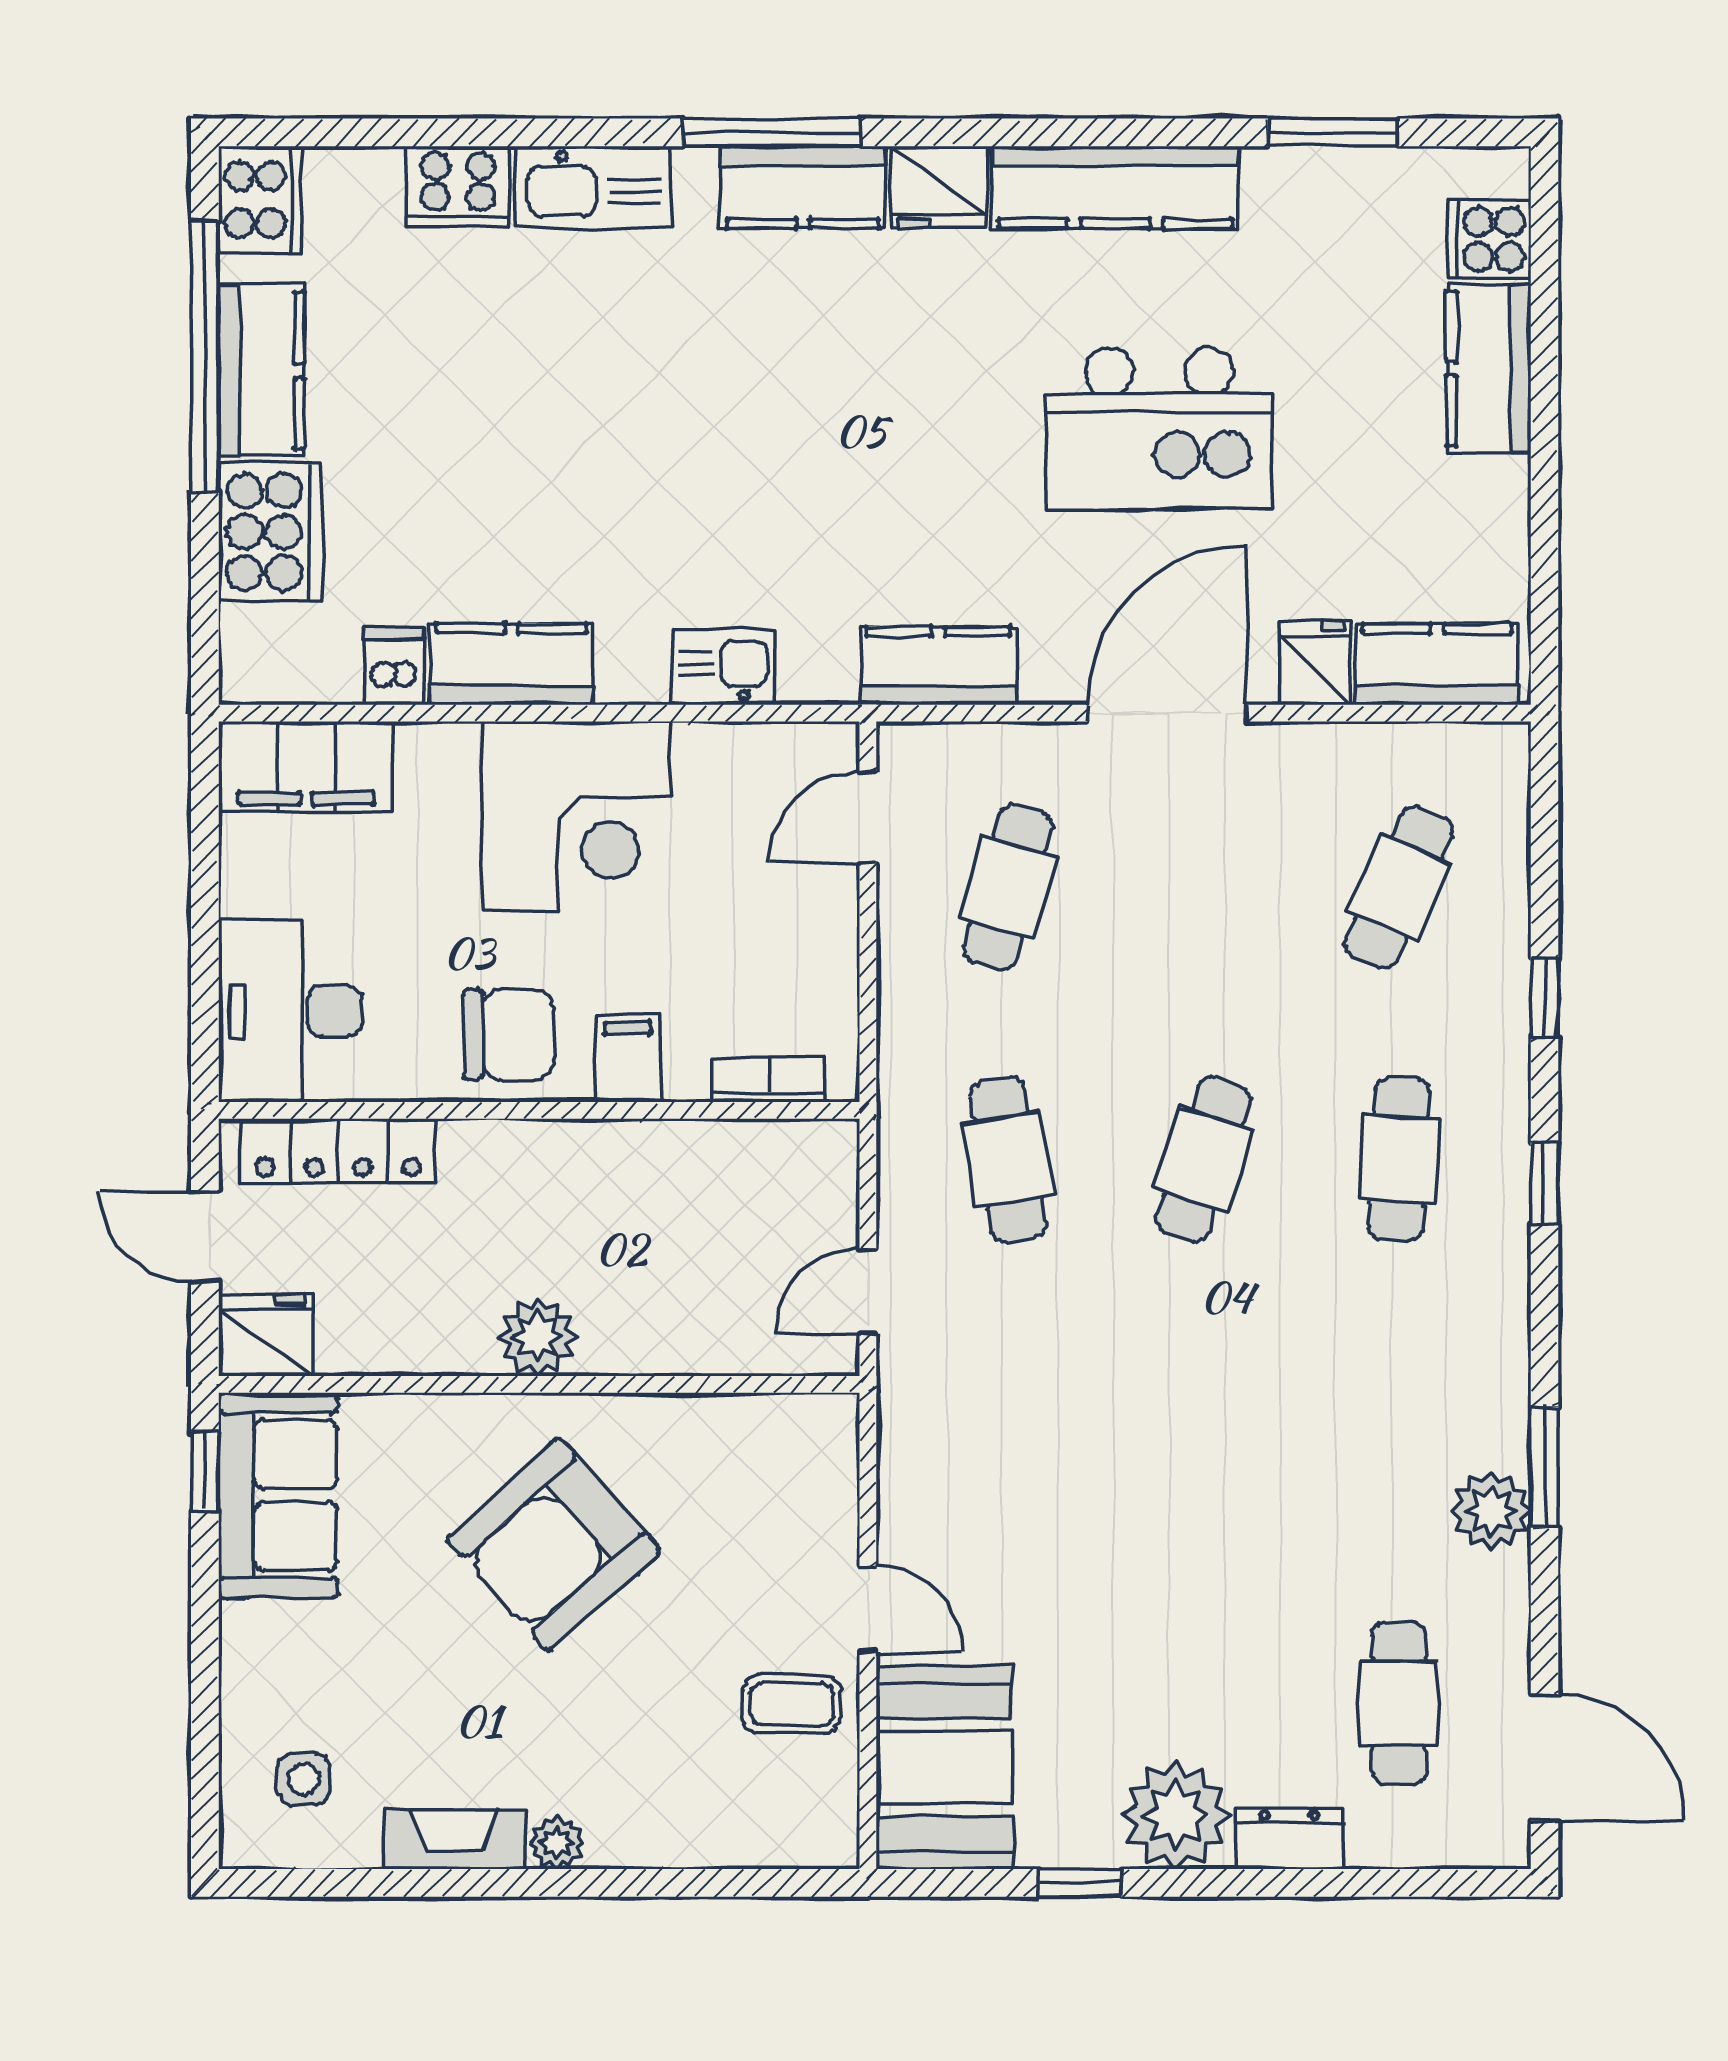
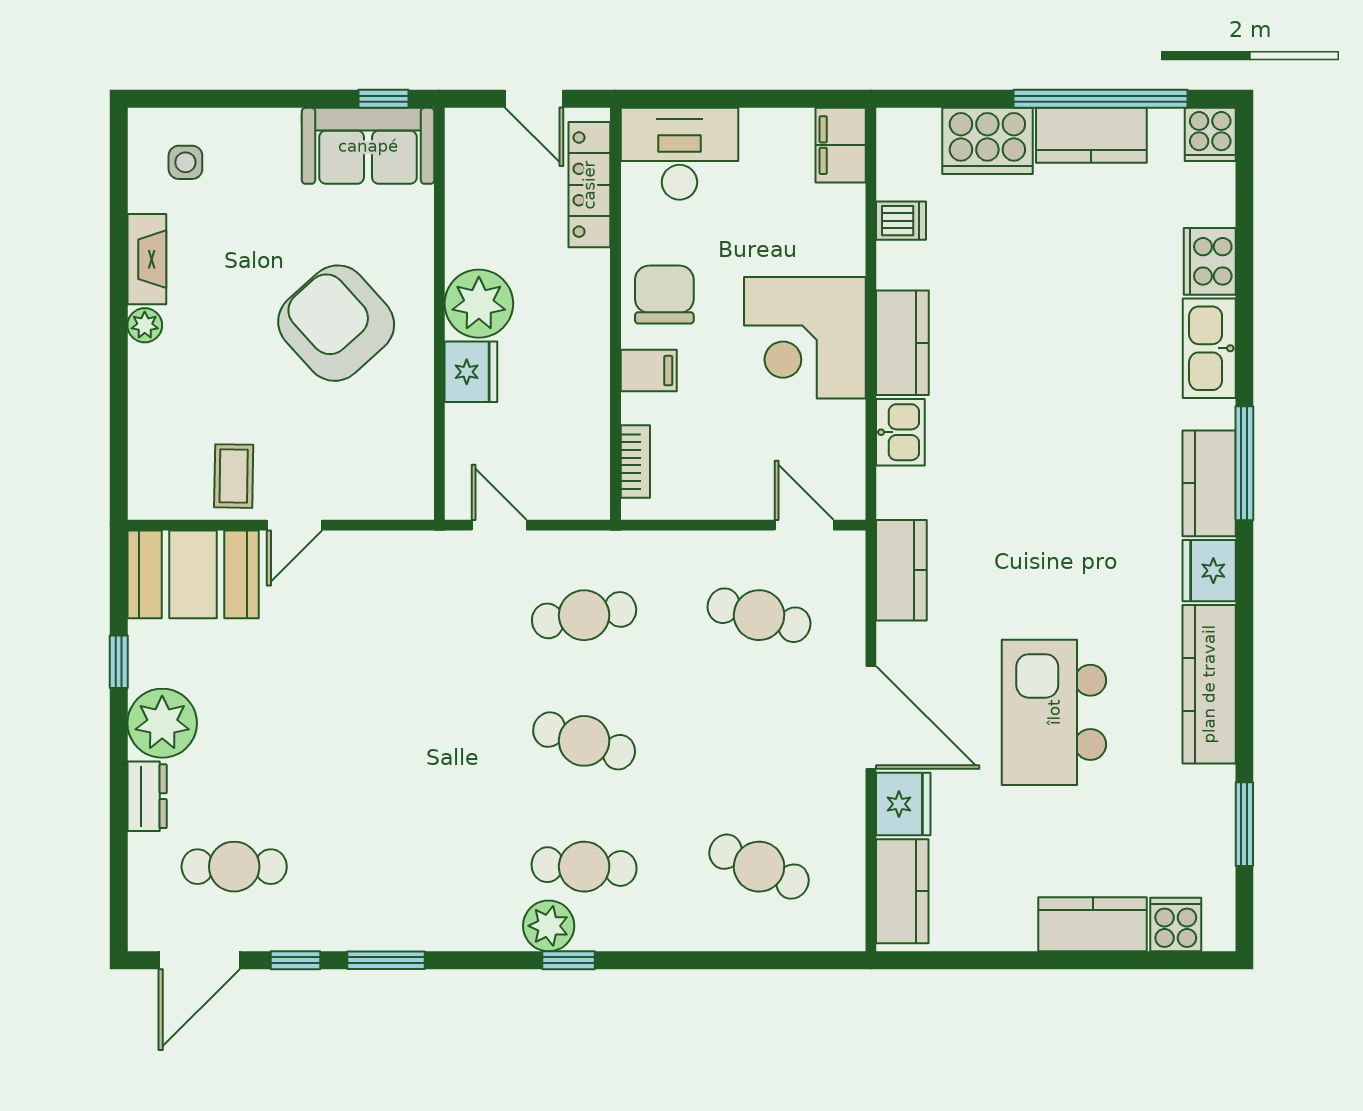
cooker: (260, 200) -> (1210, 134), width x0.73
fridge: (1315, 663) -> (903, 804), width x1.38
kitchen counter: (511, 664) -> (902, 343), moved
filing cabinet: (306, 767) -> (841, 145), width x0.67, depth x0.86
window: (1544, 998) -> (295, 960), moved
chair: (509, 1034) -> (664, 295), turned 180
door: (205, 1237) -> (534, 99), swing flipped
fridge: (266, 1335) -> (471, 372), moved
plant: (538, 1337) -> (479, 304), width x1.36, depth x1.36
plant: (1491, 1511) -> (549, 926), moved

